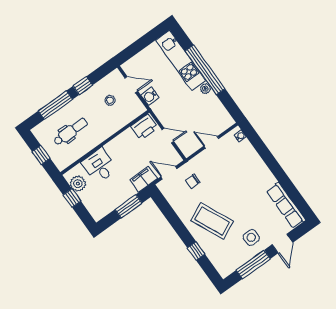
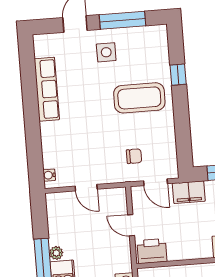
row of seats: (286, 205) -> (47, 89), moved
coffee table: (212, 221) -> (139, 98), turned -65

